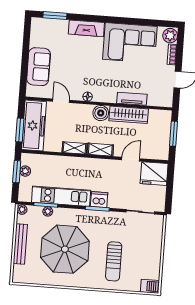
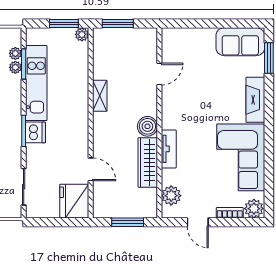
sofa: (39, 67) -> (240, 42), moved
floor lamp: (88, 97) -> (167, 108), removed
tv unit: (132, 99) -> (169, 149), moved
plant: (155, 99) -> (171, 196), added
freezer: (34, 126) -> (125, 41), removed
shelving: (100, 150) -> (100, 129), removed
plant: (25, 171) -> (82, 34), moved
plant: (22, 210) -> (15, 53), moved

